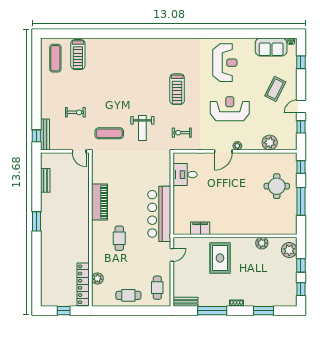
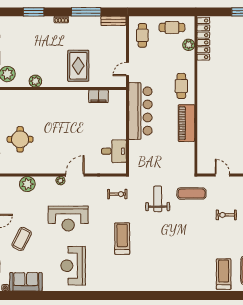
piano: (100, 202) -> (186, 123), moved
wall: (90, 230) -> (196, 95), moved
plant: (97, 278) -> (189, 45), moved
locker: (83, 284) -> (203, 39), moved

